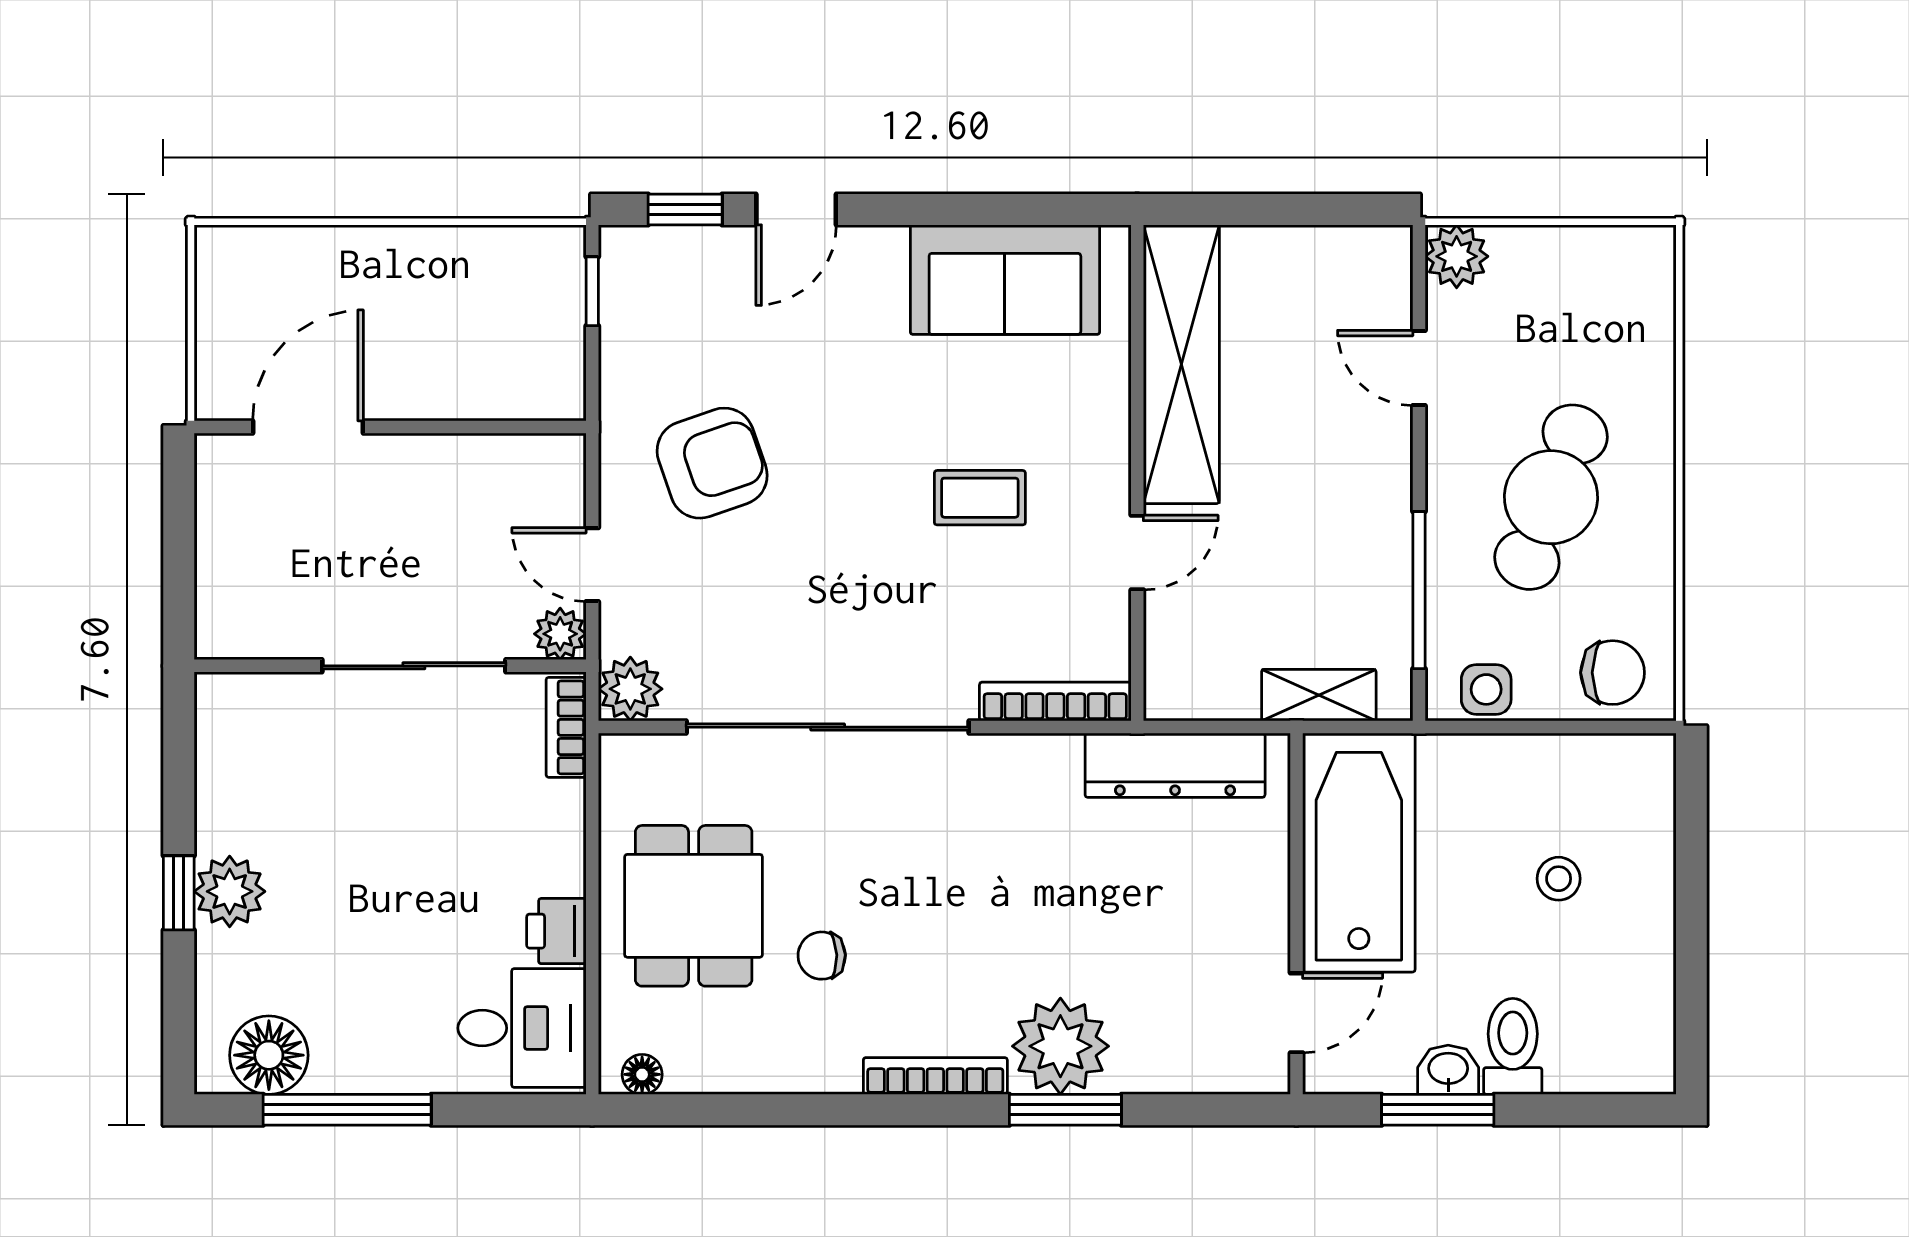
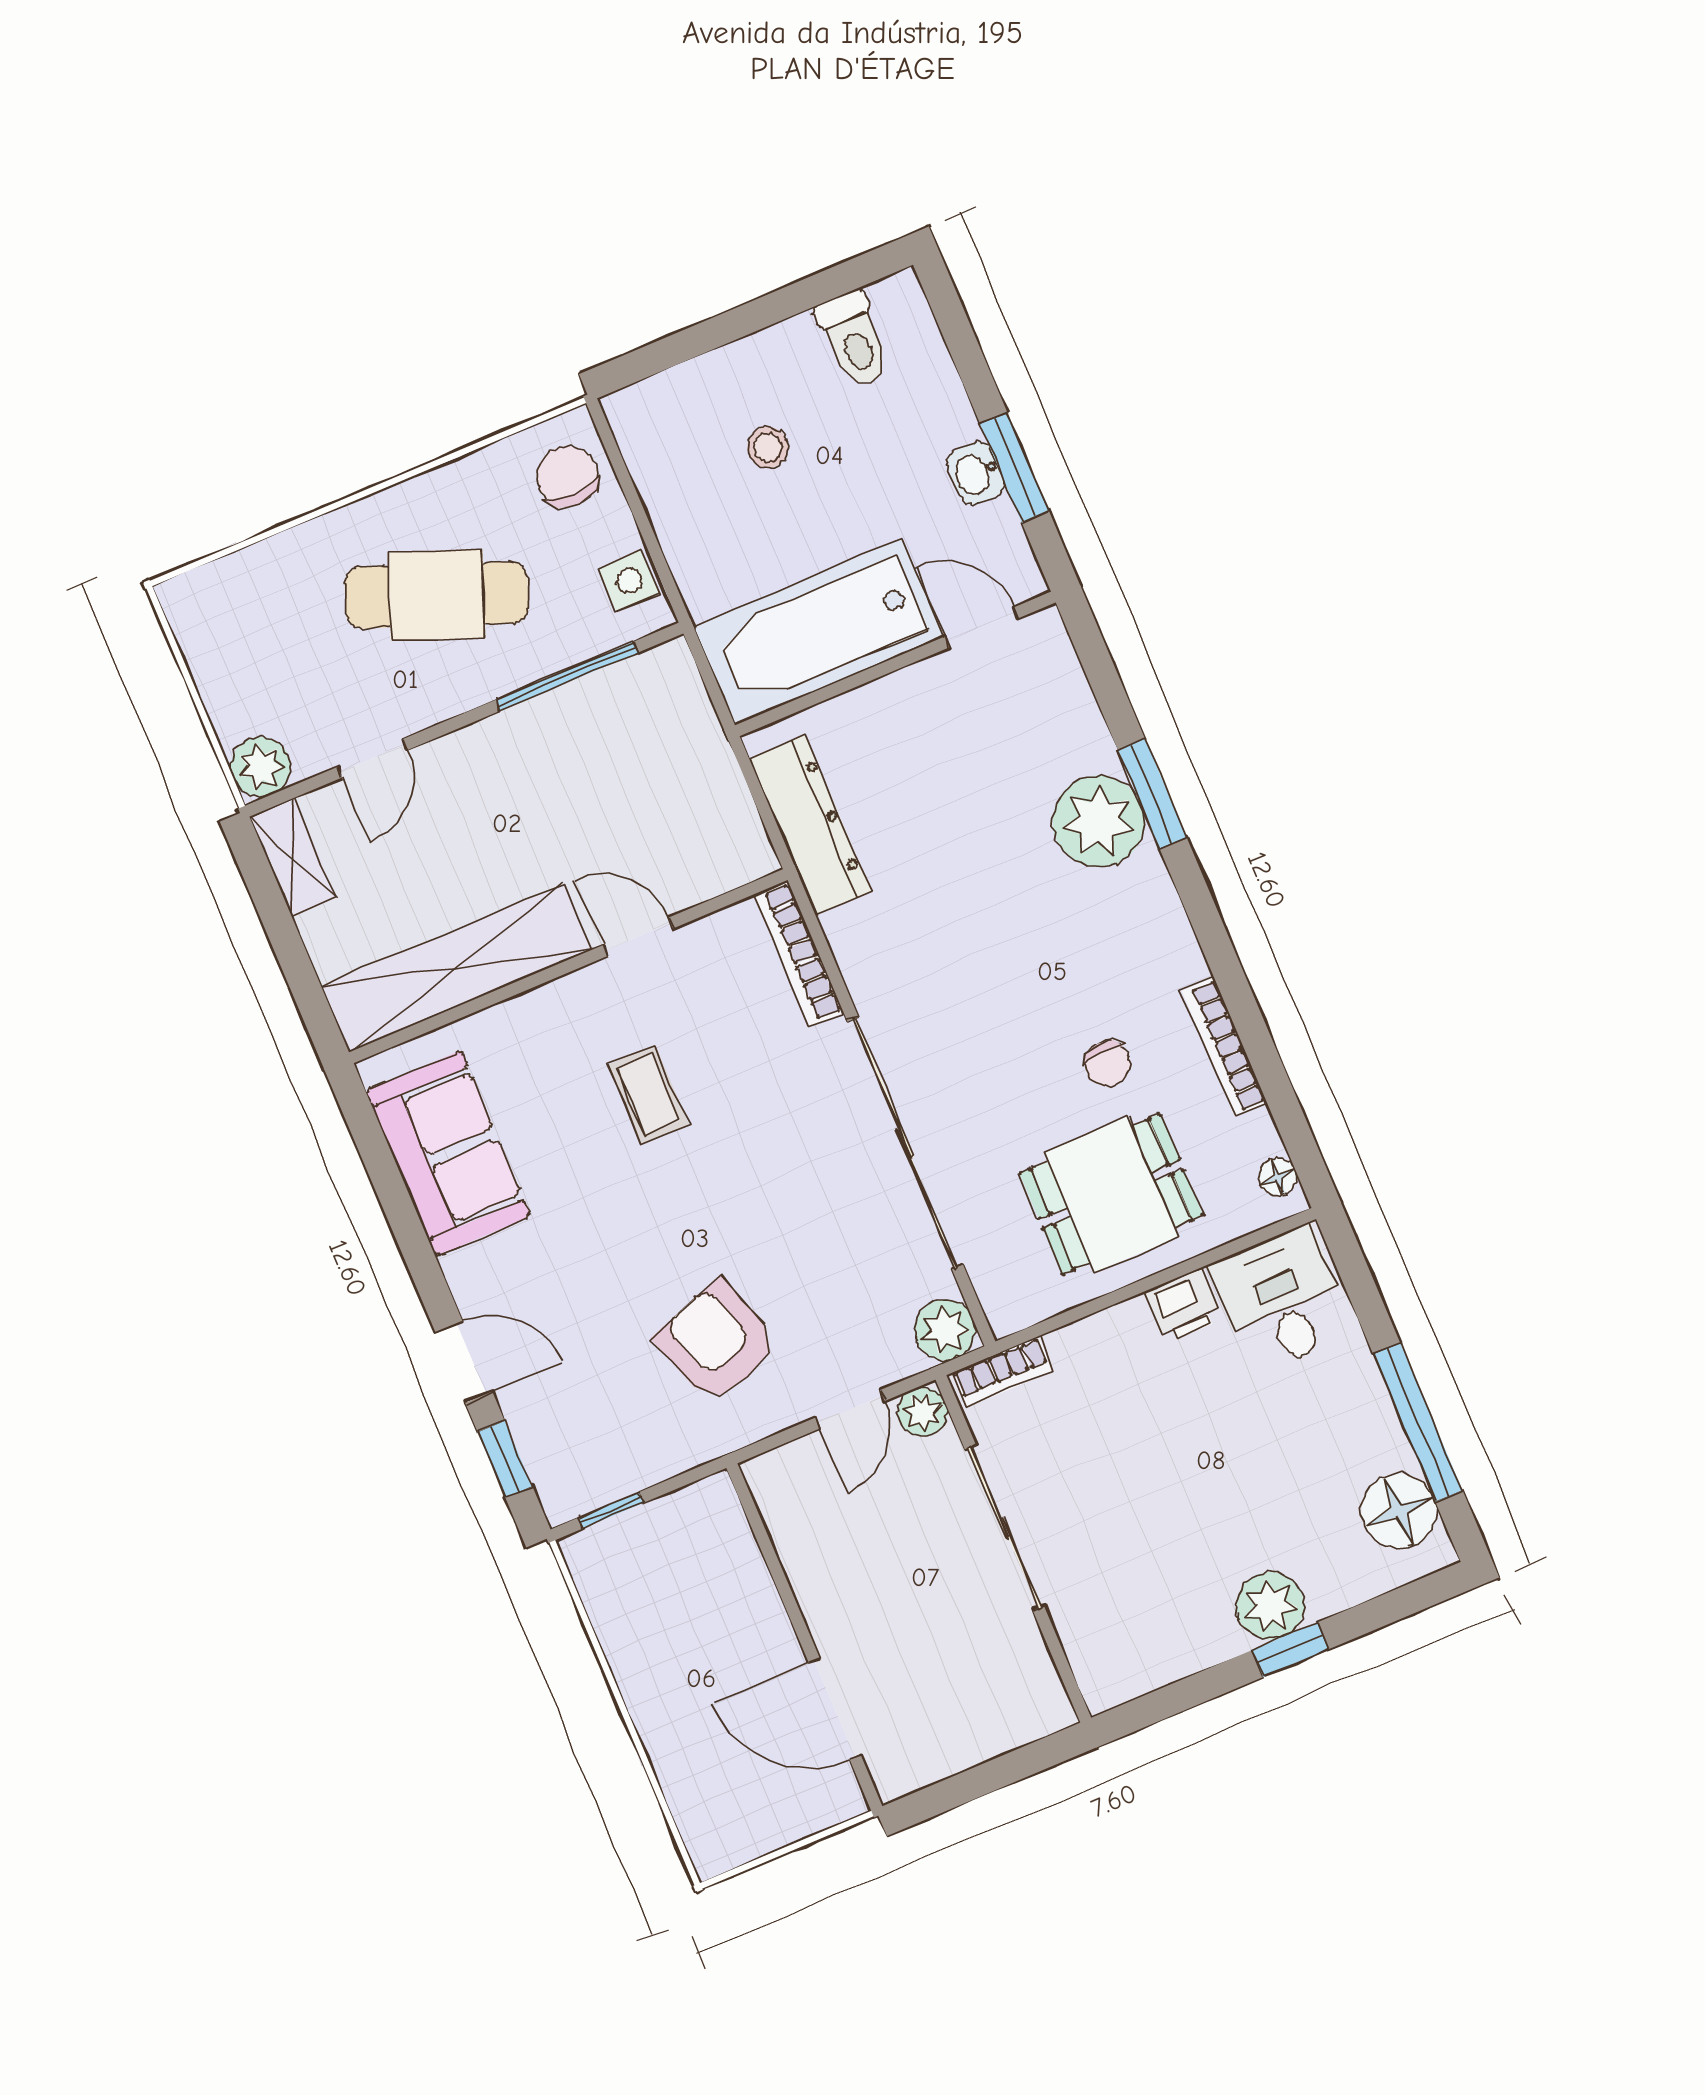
shelving: (1319, 695) -> (293, 857), moved
toilet: (1513, 1046) -> (854, 339), moved, turned -90
bookcase: (935, 1076) -> (1224, 1047), moved

